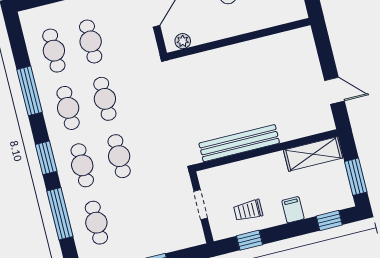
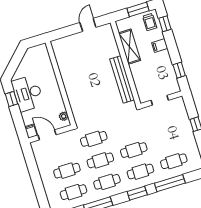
cafe table: (142, 90) -> (94, 139), added
shelving: (313, 154) -> (130, 47), moved
trolley: (248, 210) -> (150, 22), moved

